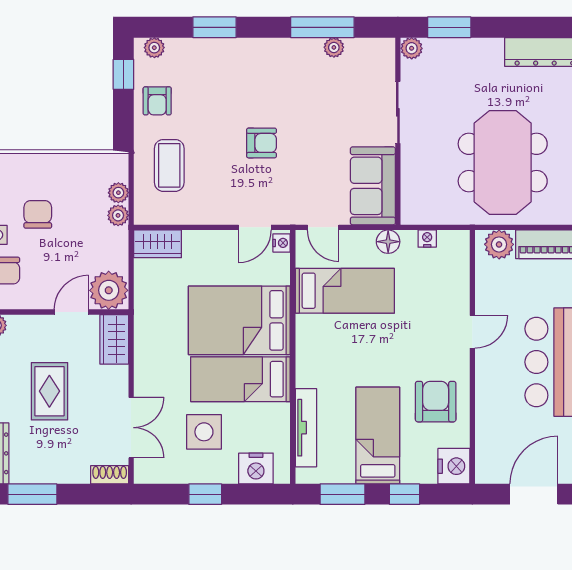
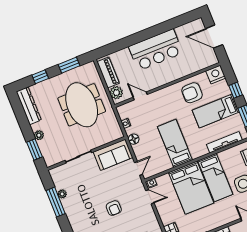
plant: (412, 48) -> (39, 135), moved
armchair: (262, 143) -> (114, 208), turned 180
meeting table: (503, 162) -> (82, 105), turned 90
bed: (345, 291) -> (175, 143), moved
door: (472, 332) -> (140, 96), moved

